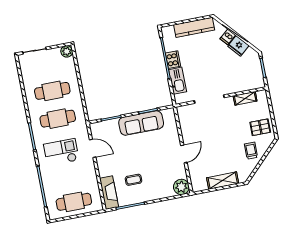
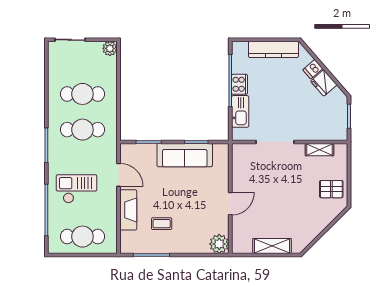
trolley: (251, 151) -> (314, 216), removed
checkout: (61, 152) -> (77, 189), moved
fireplace: (109, 193) -> (128, 210), moved

